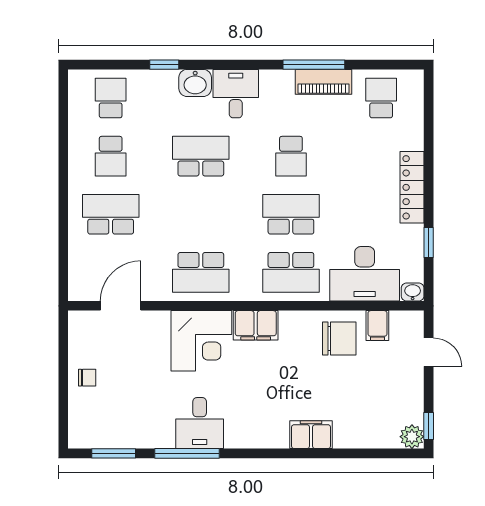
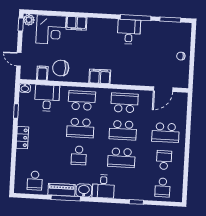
washbasin: (195, 83) -> (84, 190), moved
school desk: (291, 156) -> (79, 155), turned 180
locker: (412, 187) -> (22, 138), width x0.66
school desk: (201, 214) -> (123, 130), added
desk: (365, 274) -> (47, 98), width x0.73
corner desk: (201, 341) -> (51, 30), moved, turned 180

